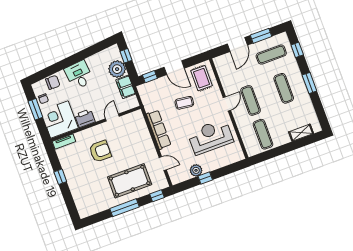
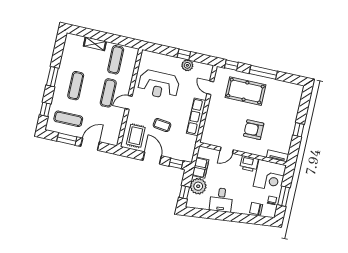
desk: (79, 75) -> (221, 200), moved
shelving: (301, 133) -> (95, 44), moved

